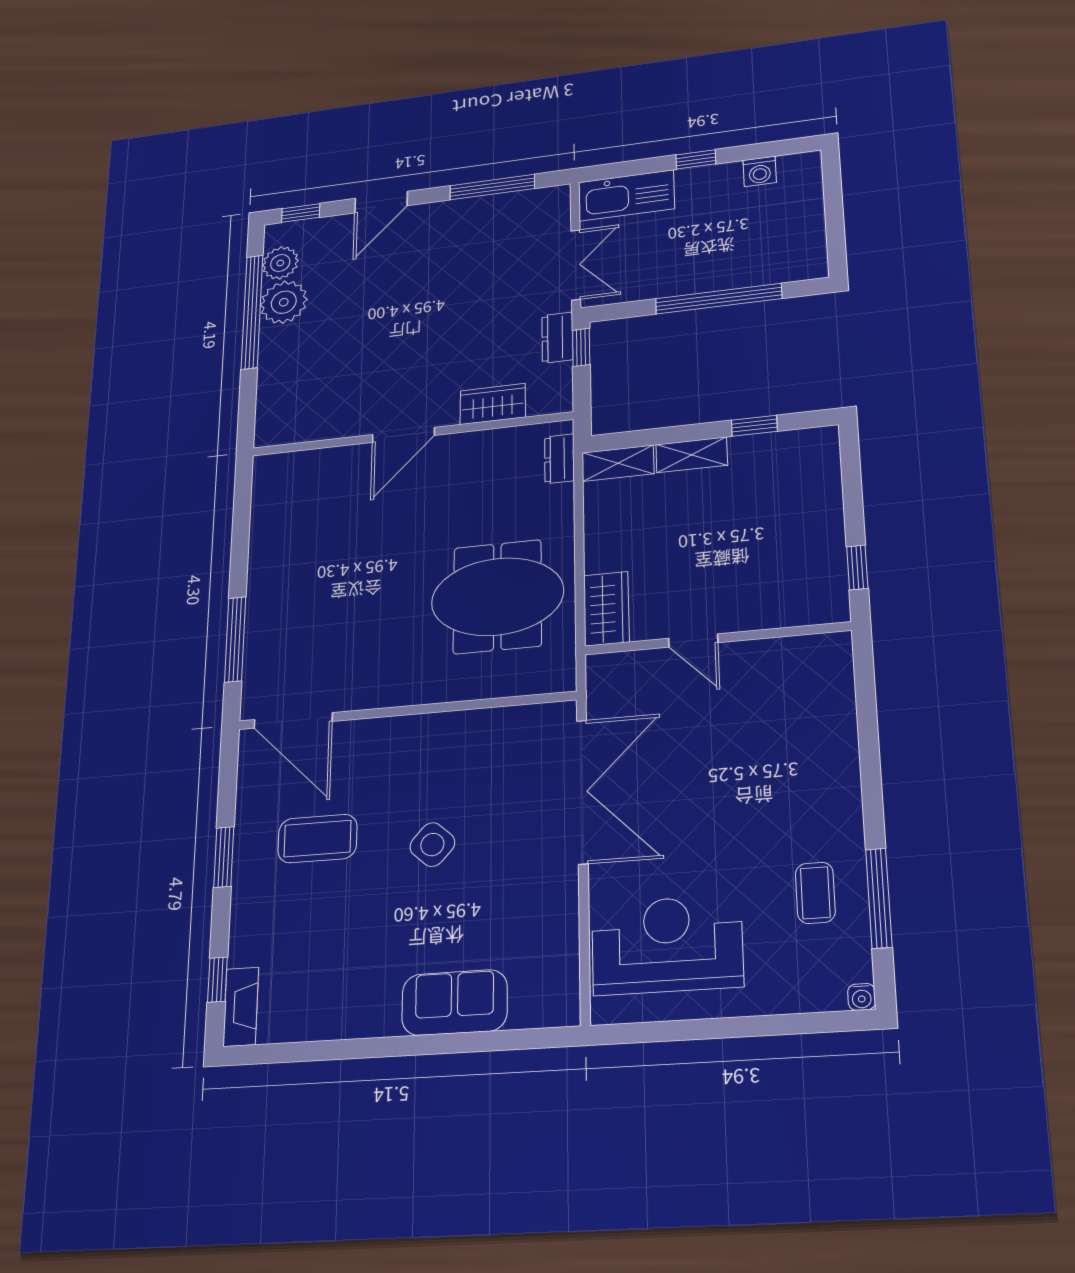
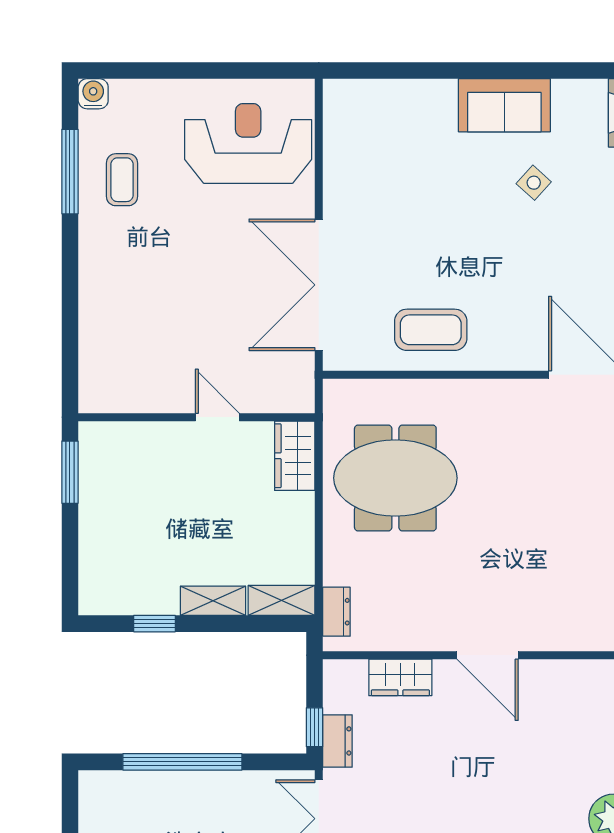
door: (403, 435) -> (487, 655), swing flipped
window: (857, 568) -> (70, 472), width x1.50
coffee table: (317, 839) -> (431, 330), moved
side table: (432, 845) -> (534, 183), moved, width x0.73, depth x0.73
reception desk: (667, 945) -> (248, 144), turned 180
water cooler: (862, 997) -> (93, 94), width x1.38, depth x1.38
sofa: (454, 1003) -> (504, 105), moved

